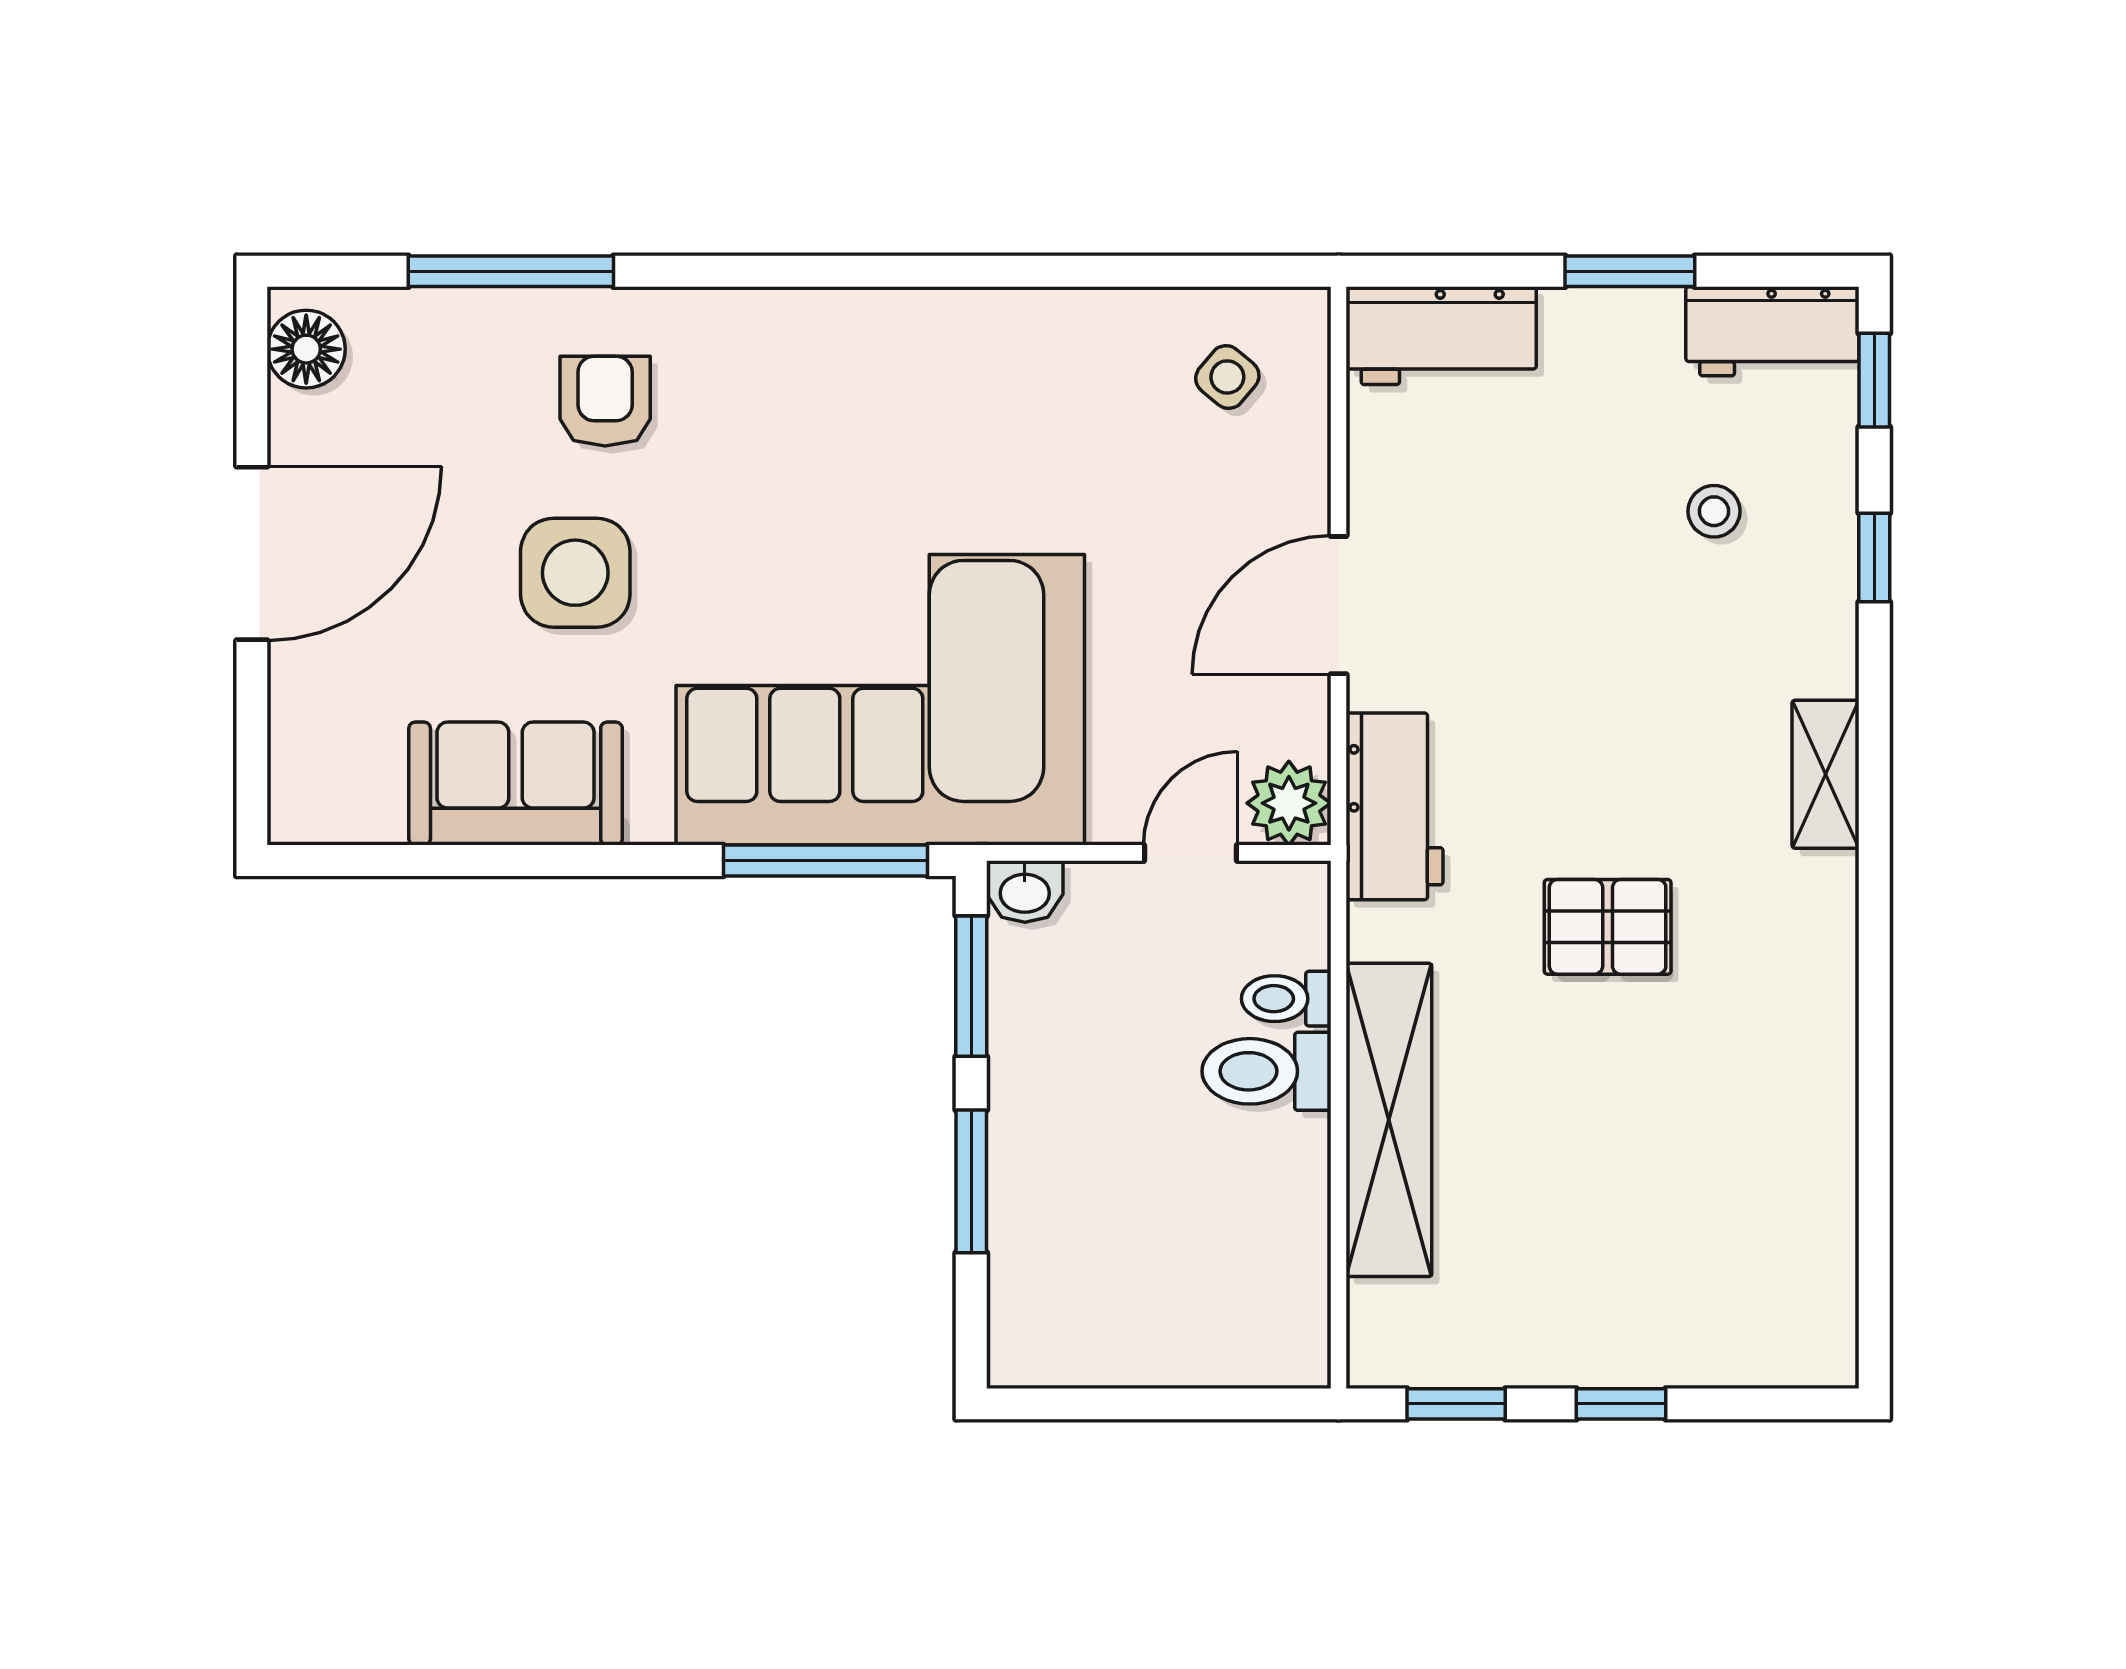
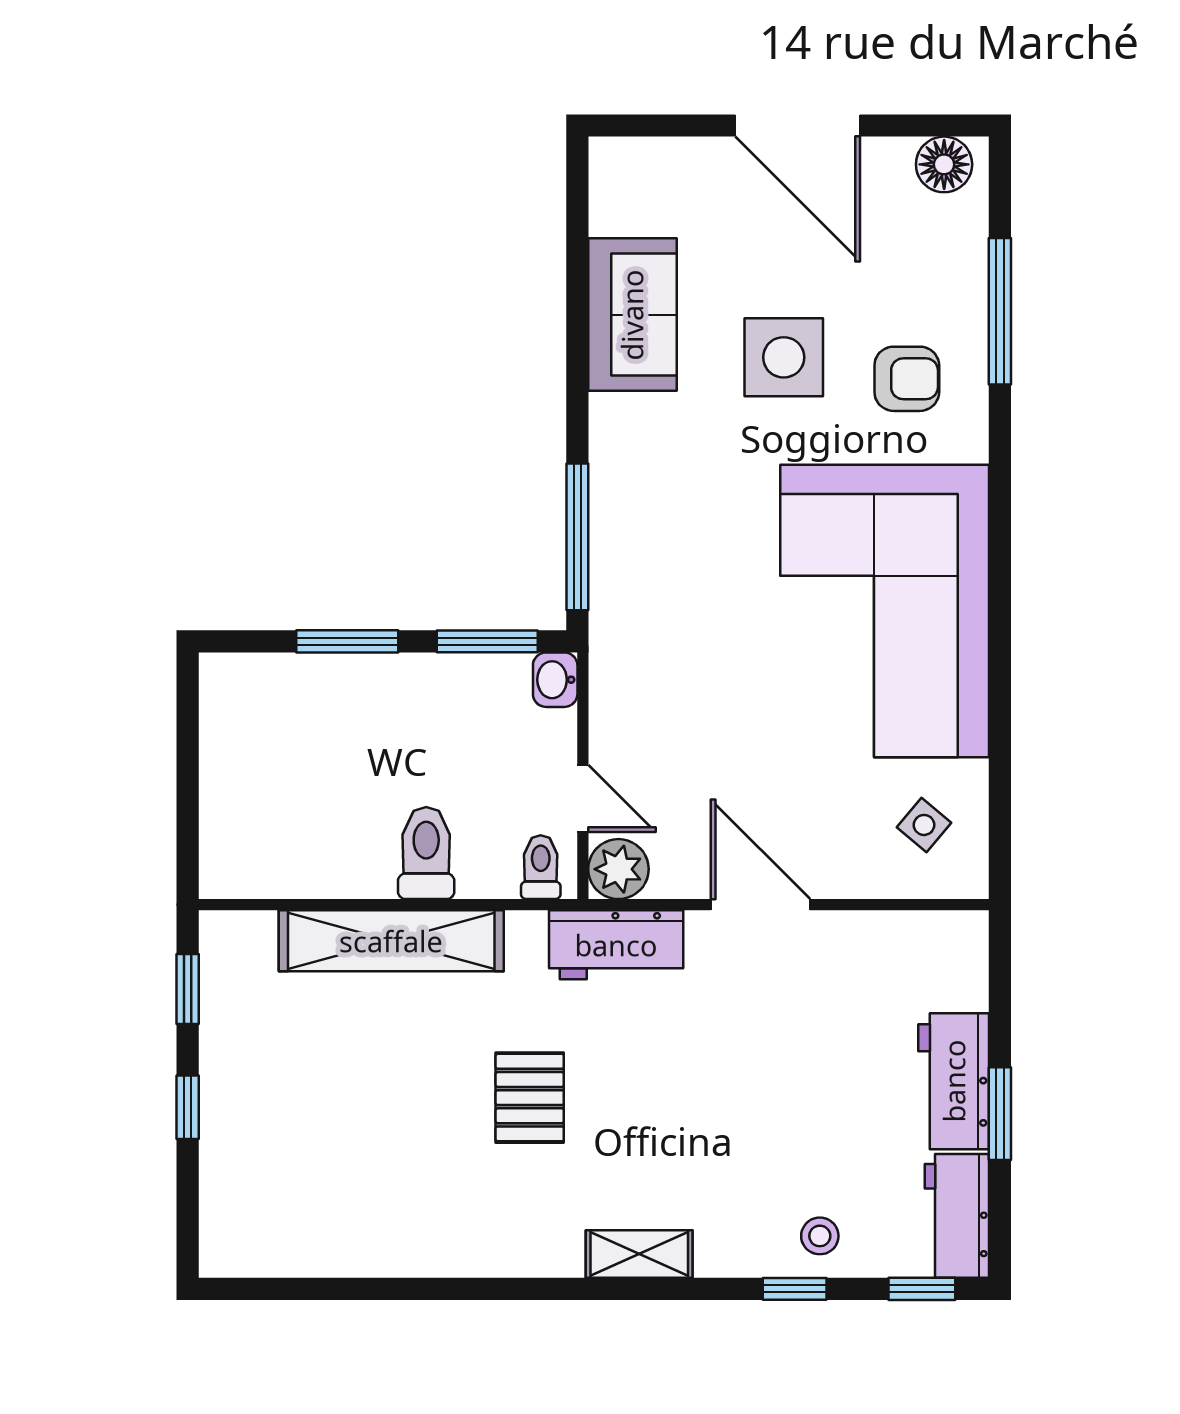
workbench: (1441, 336) -> (954, 1081), moved
stool: (1714, 511) -> (820, 1236), moved
corner sofa: (880, 700) -> (885, 611), moved, turned 180
toilet: (1286, 999) -> (541, 867), moved

